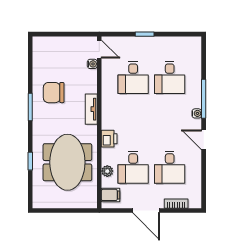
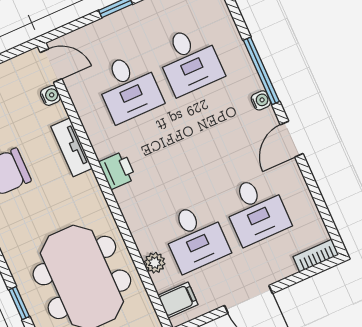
tv unit: (91, 109) -> (72, 147), moved
printer: (109, 139) -> (117, 170), moved
door: (204, 140) -> (292, 139), hinge flipped
bookcase: (176, 204) -> (316, 256), moved

